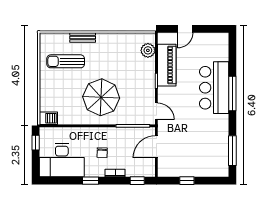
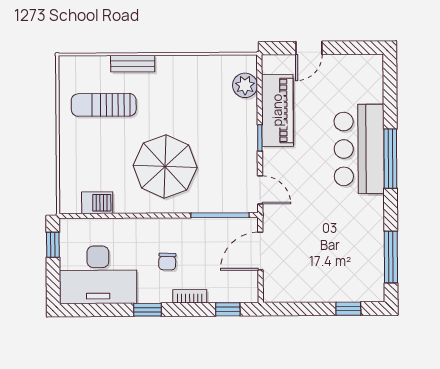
barbecue: (48, 118) -> (97, 203), moved
window: (187, 181) -> (348, 309), moved

